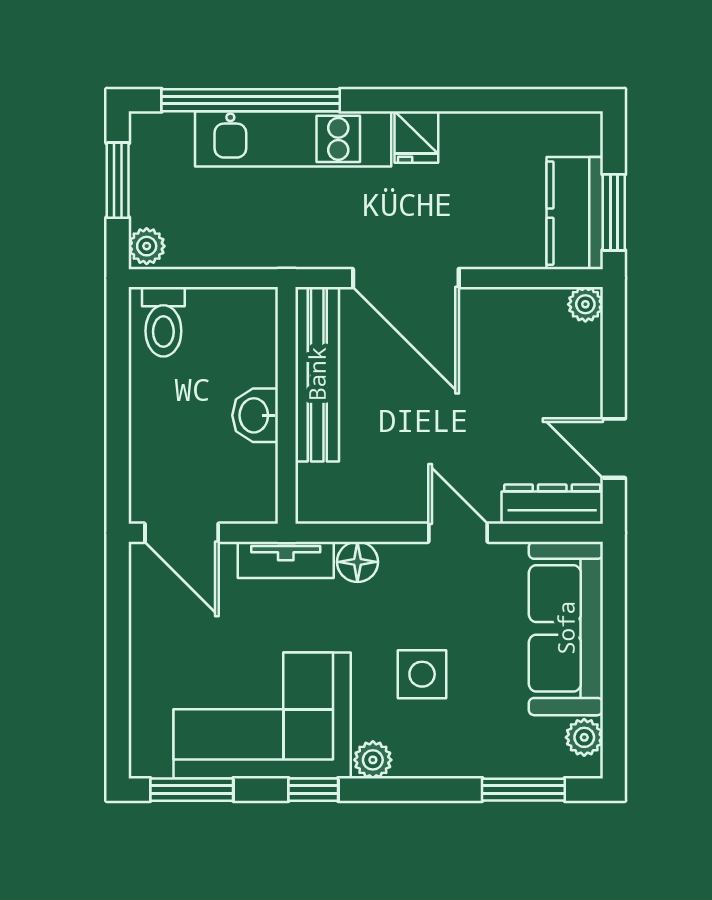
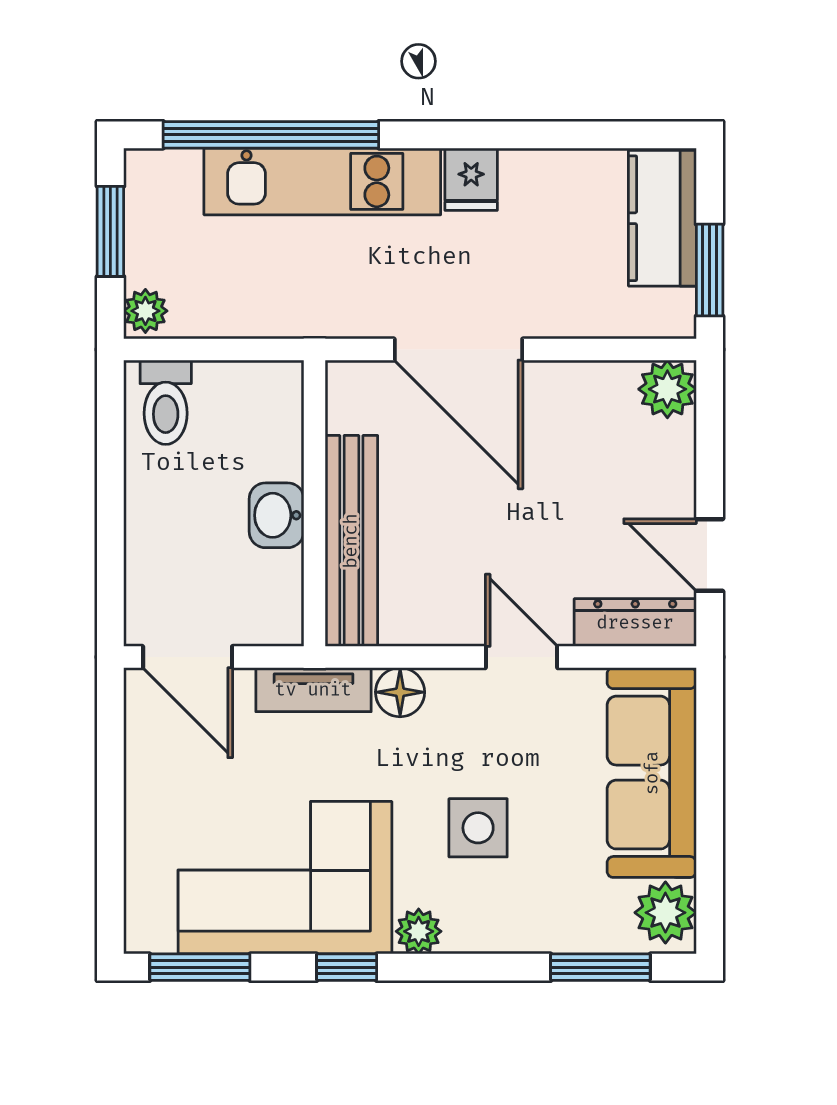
kitchen counter: (575, 213) -> (662, 218), moved
plant: (585, 304) -> (667, 389), width x1.38, depth x1.38
bench: (317, 374) -> (351, 541), moved
plant: (584, 737) -> (665, 913), width x1.38, depth x1.38

